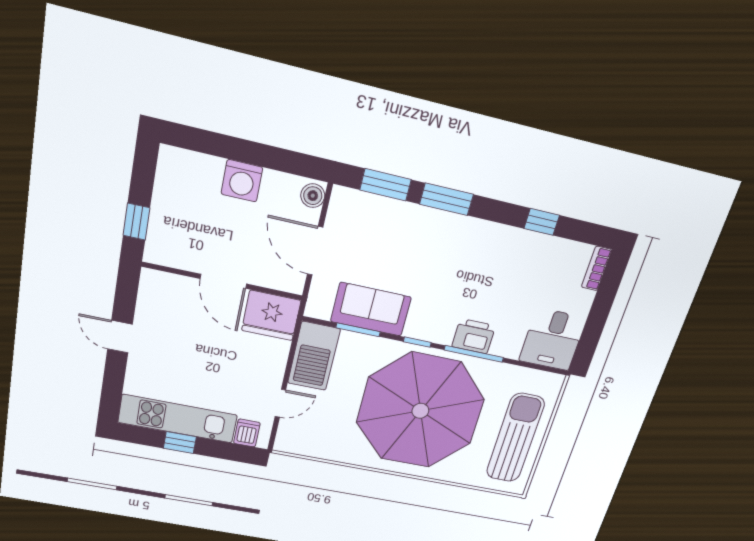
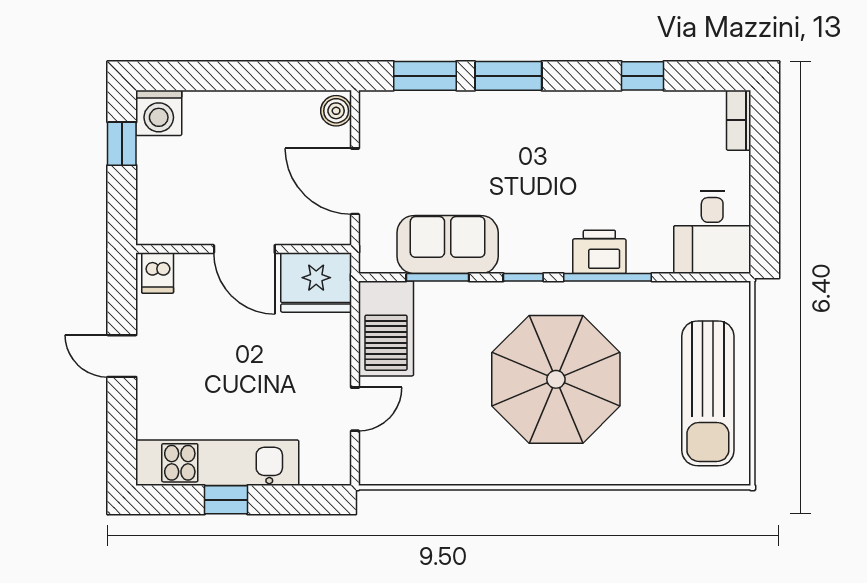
washing machine: (242, 181) -> (159, 113), moved
window: (136, 222) -> (122, 144), moved
parasol: (420, 411) -> (556, 379), width x0.73, depth x0.73
dishwasher: (247, 433) -> (158, 273), moved, turned 180
sun lounger: (515, 438) -> (708, 393), turned 180

